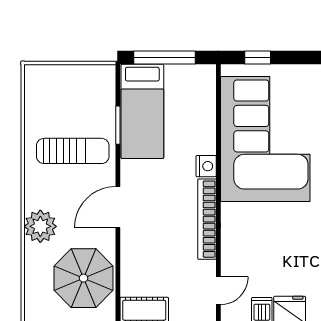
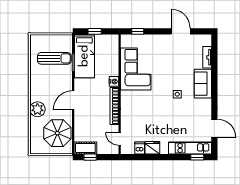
window: (165, 58) -> (95, 31), width x0.46
corner sofa: (265, 139) -> (136, 69), width x0.73, depth x0.74
sun lounger: (73, 151) -> (54, 58), moved
door: (218, 291) -> (120, 139), swing flipped

